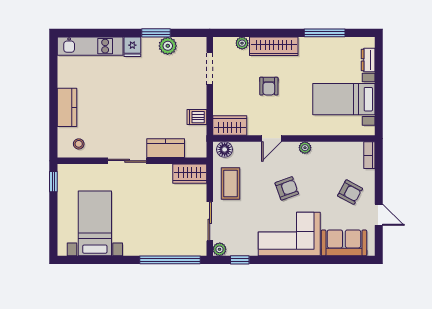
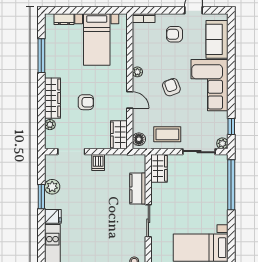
dishwasher: (197, 117) -> (98, 162), moved
armchair: (350, 192) -> (175, 34), turned -118

